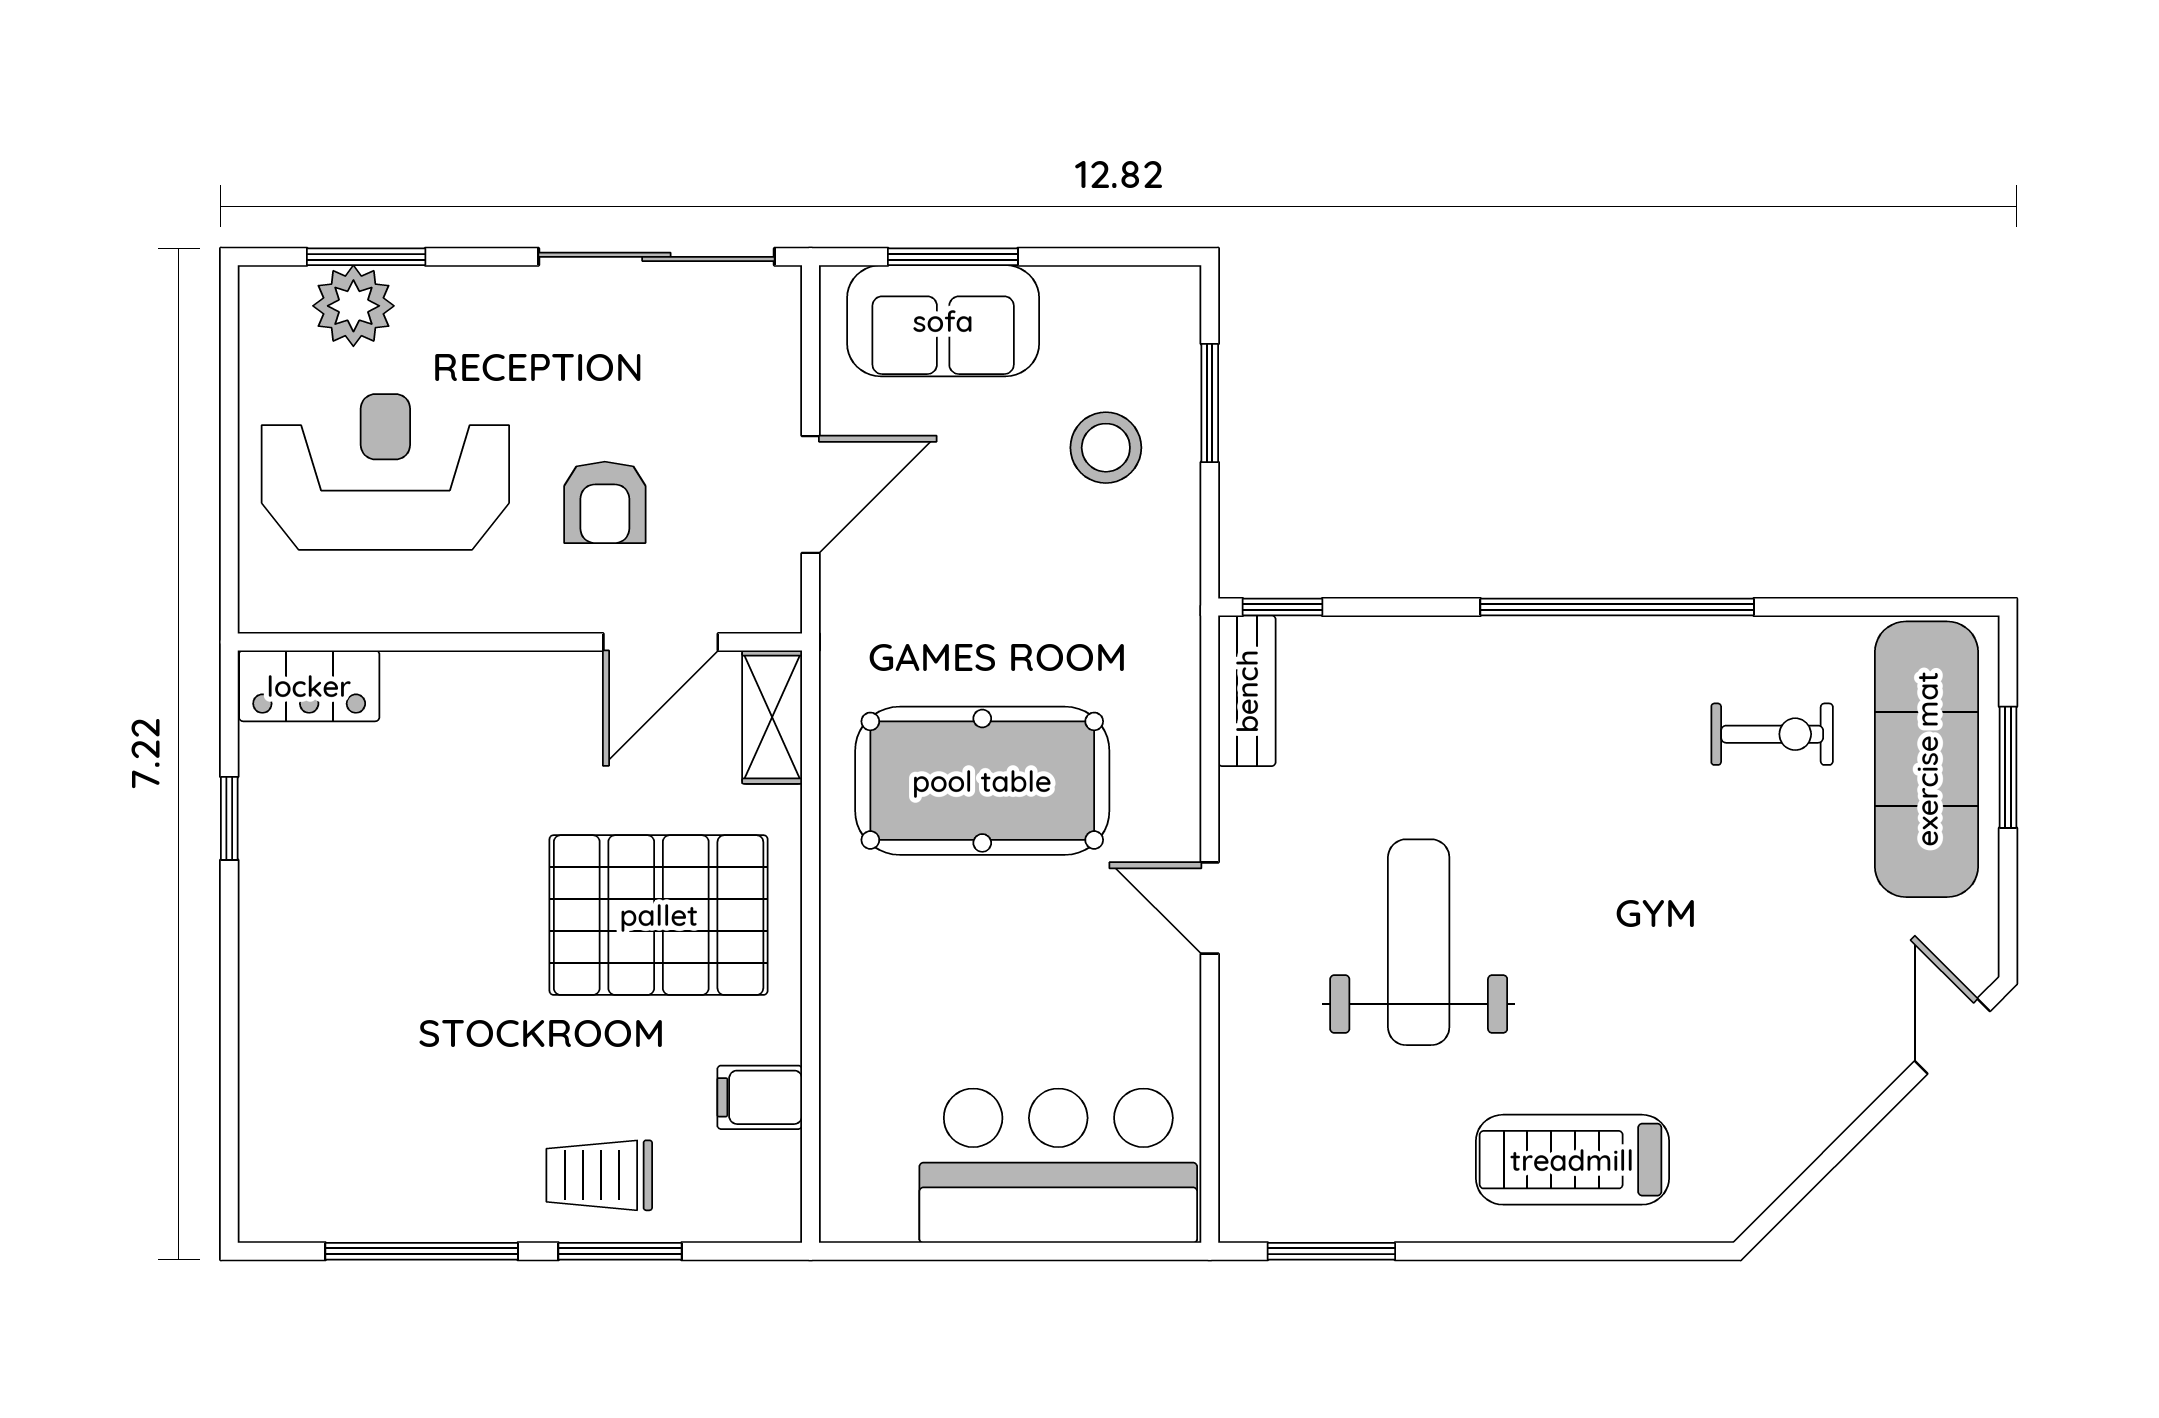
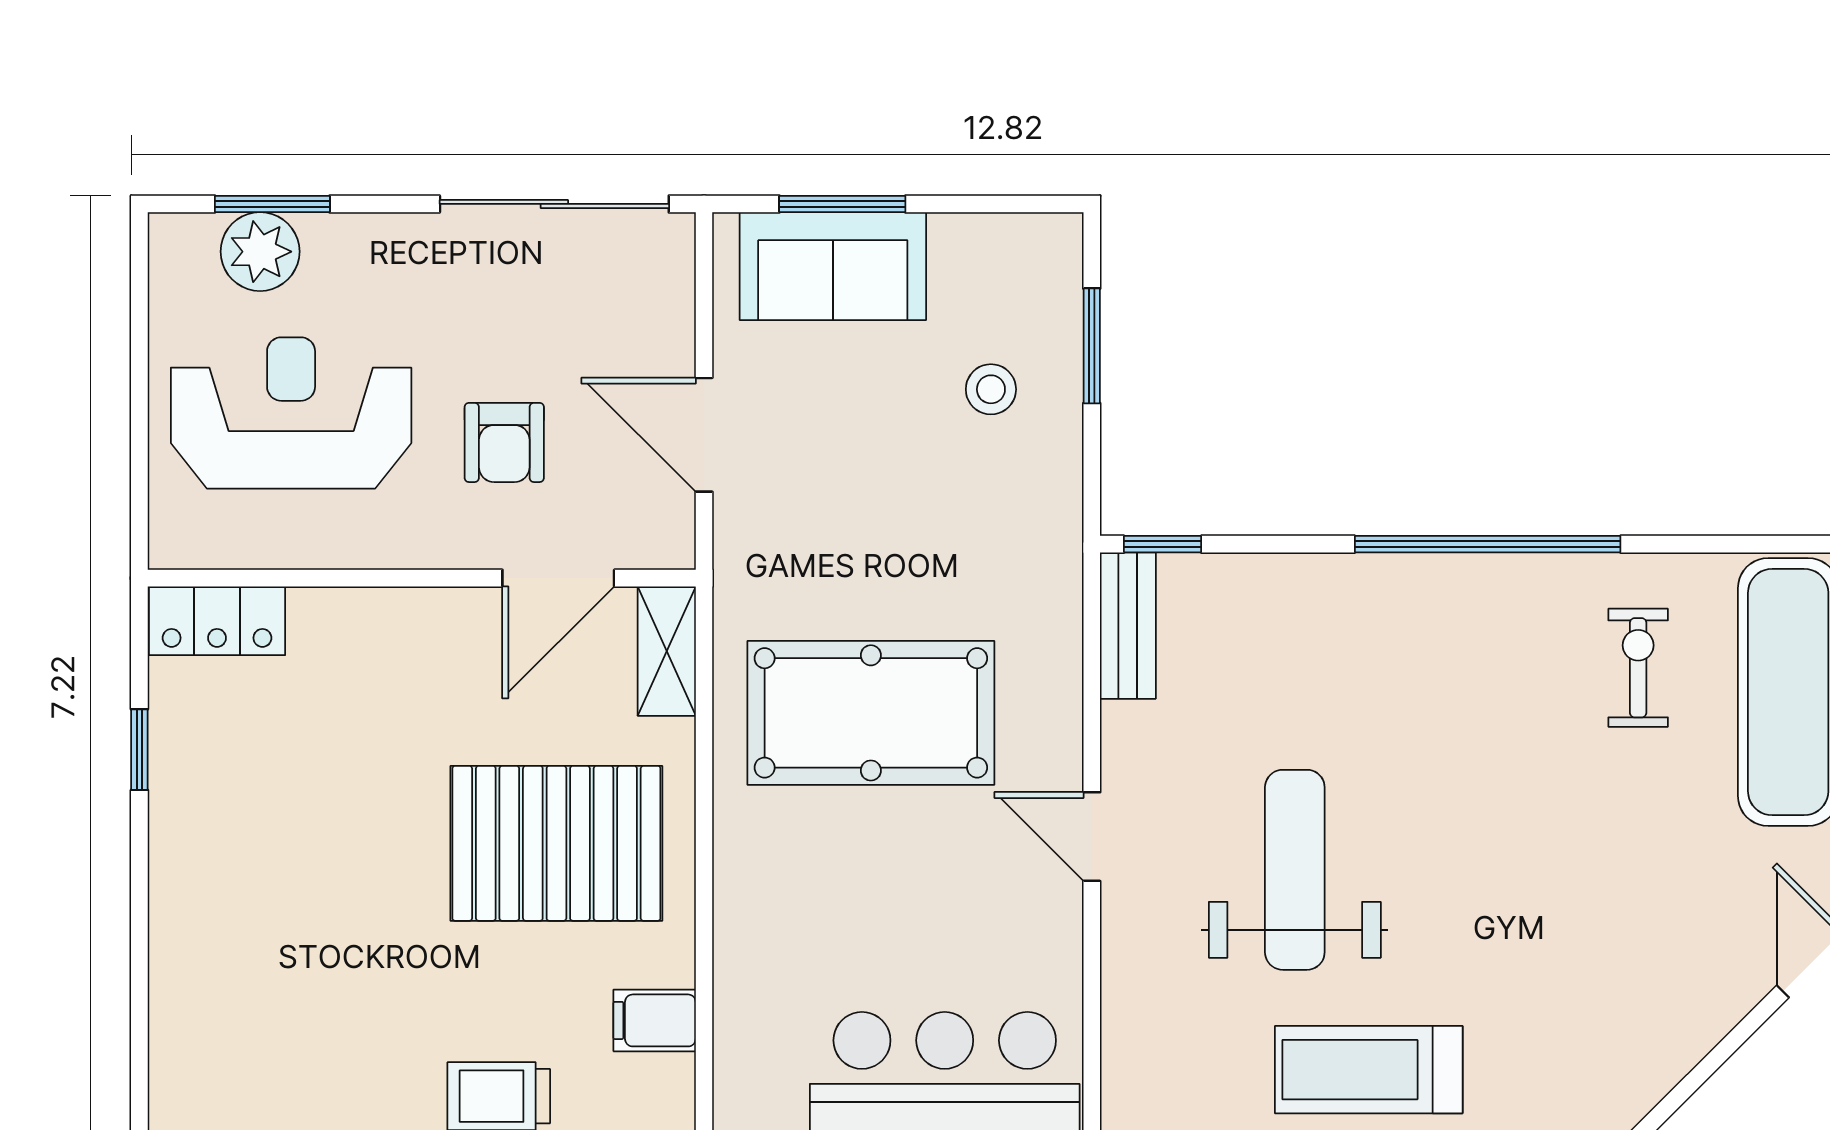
stool: (1106, 448) -> (991, 389), width x0.73, depth x0.73
door: (810, 494) -> (704, 435), swing flipped
exercise bike: (1772, 734) -> (1638, 668), turned -90
treadmill: (1572, 1160) -> (1369, 1070), moved

